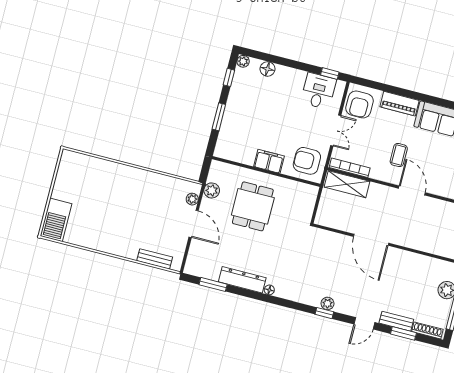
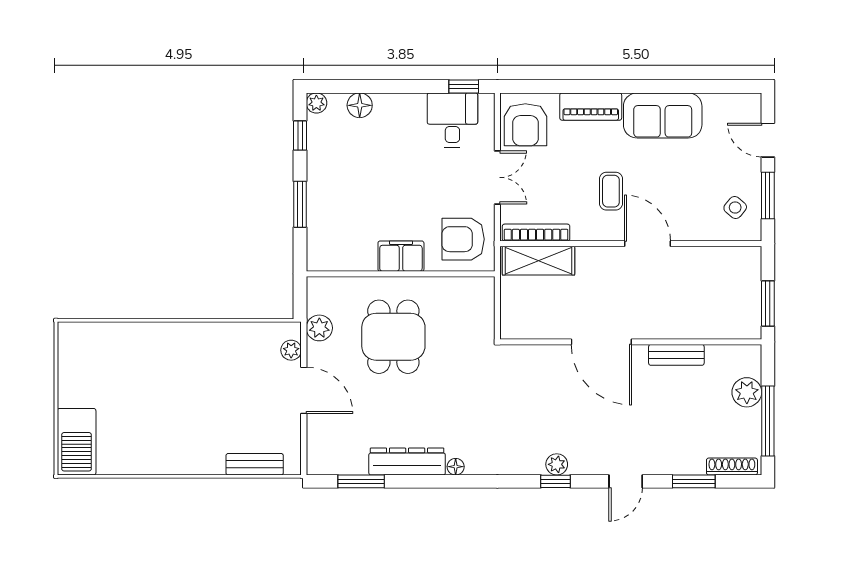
bench: (396, 321) -> (676, 355), moved

